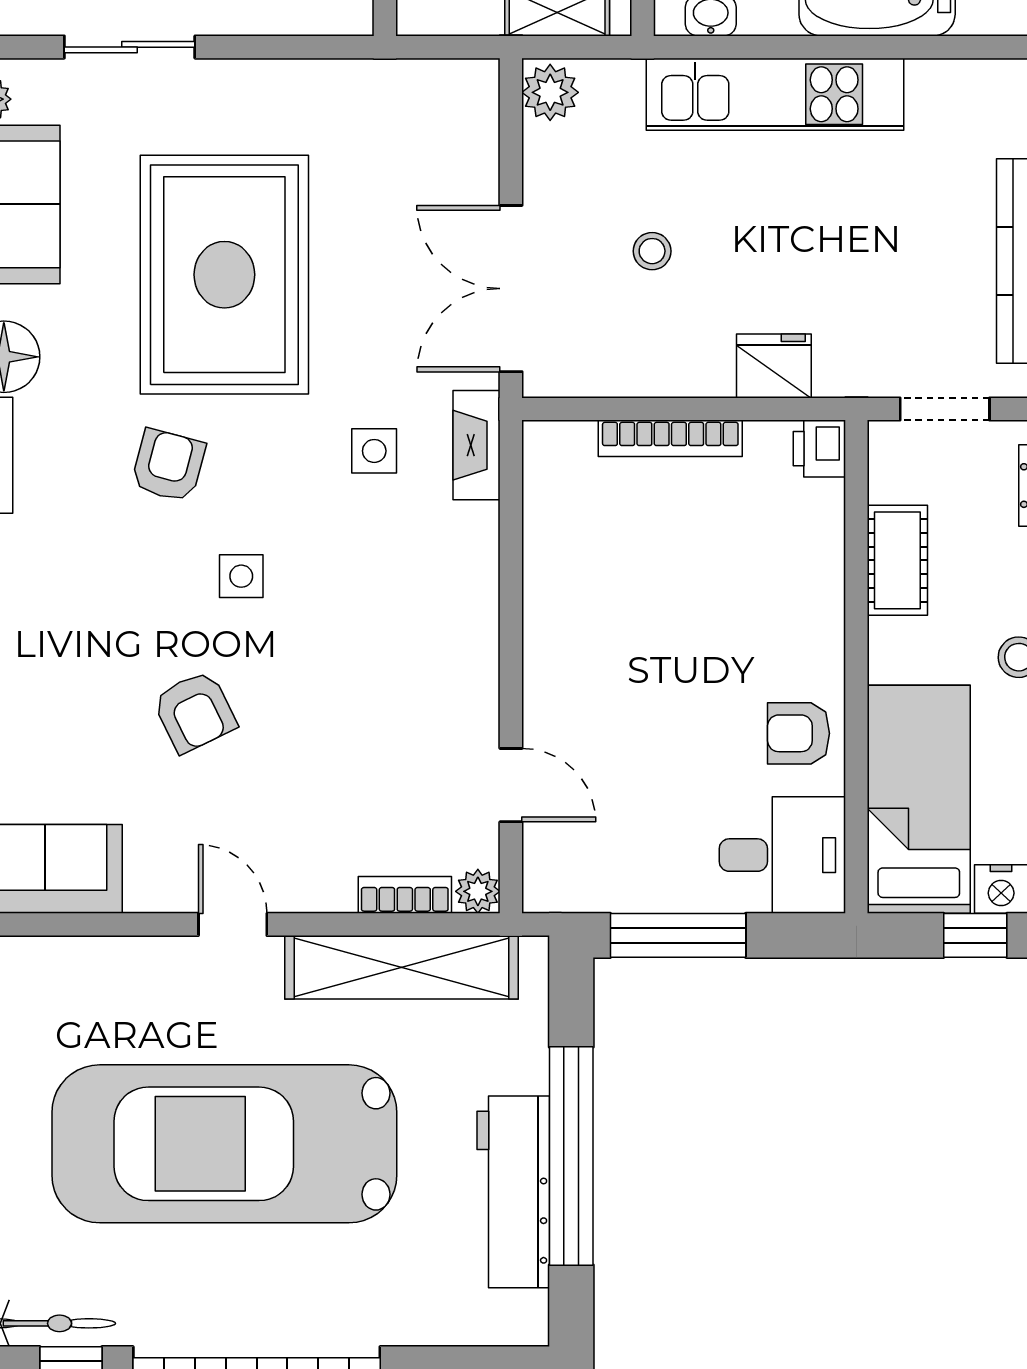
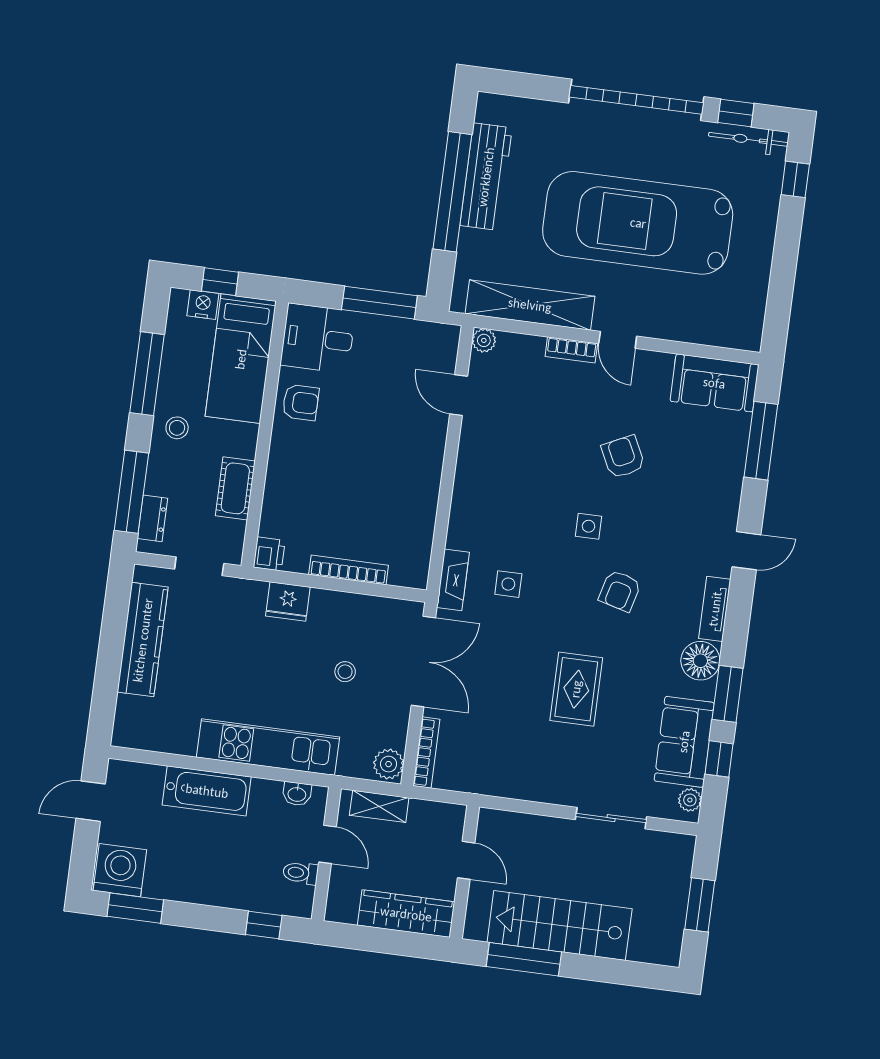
bookcase: (483, 123) -> (426, 753), added
rug: (224, 275) -> (576, 689), width x0.54, depth x0.49
bookcase: (405, 895) -> (571, 350), moved
car: (224, 1144) -> (638, 223), turned 180

